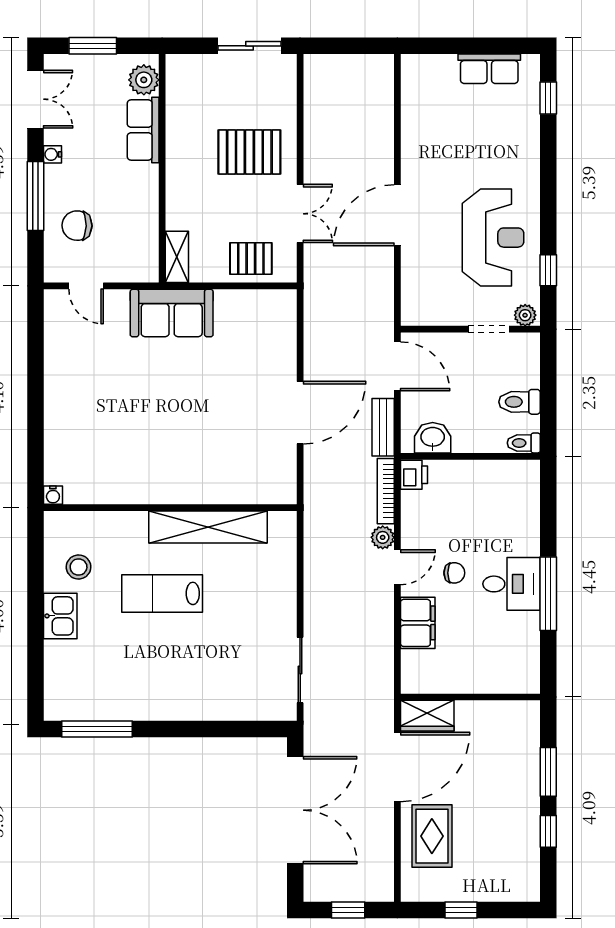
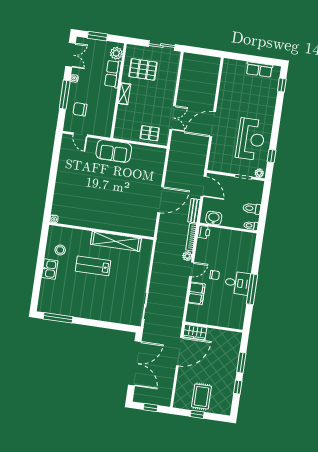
pallet: (249, 152) -> (143, 69), moved
shelving: (177, 257) -> (124, 94), moved
rug: (432, 836) -> (202, 396), moved

